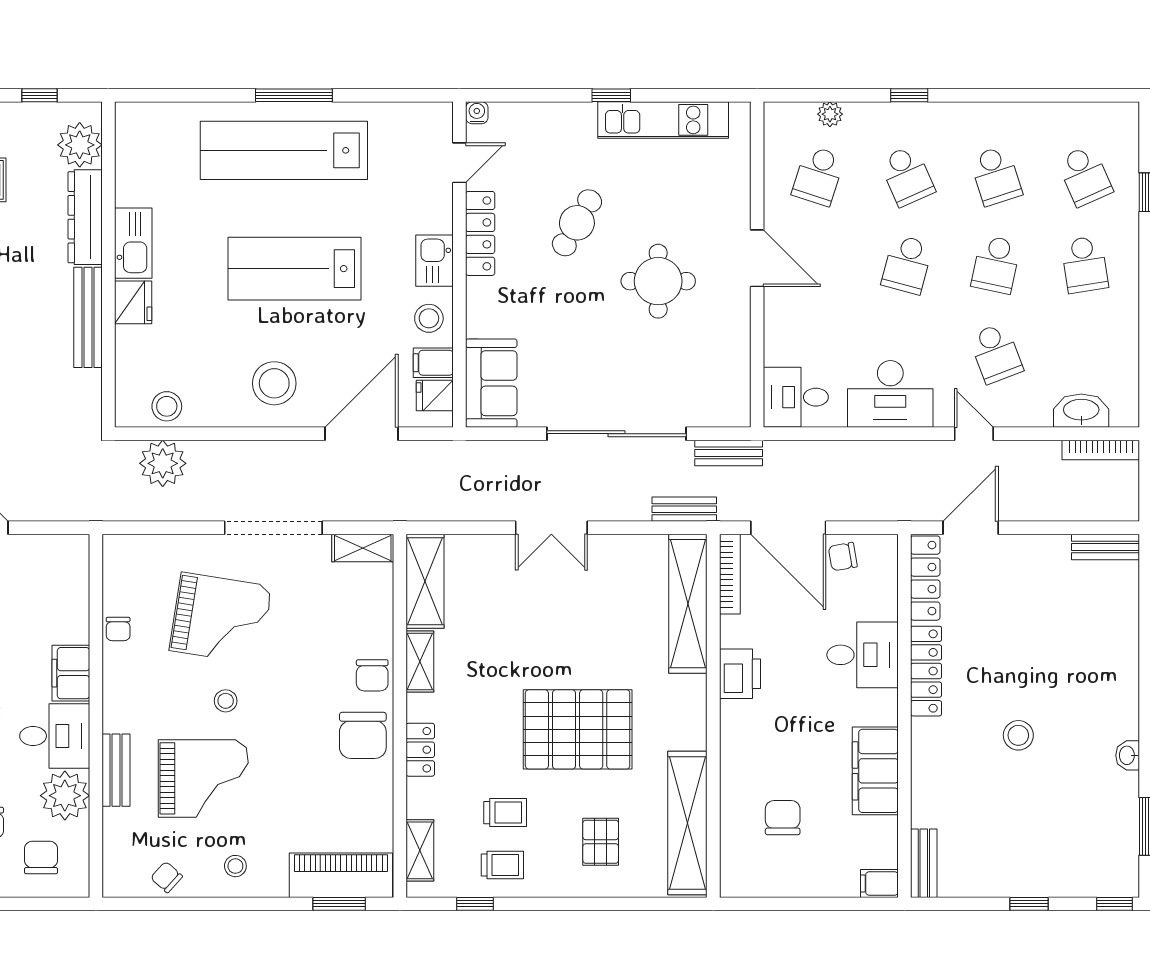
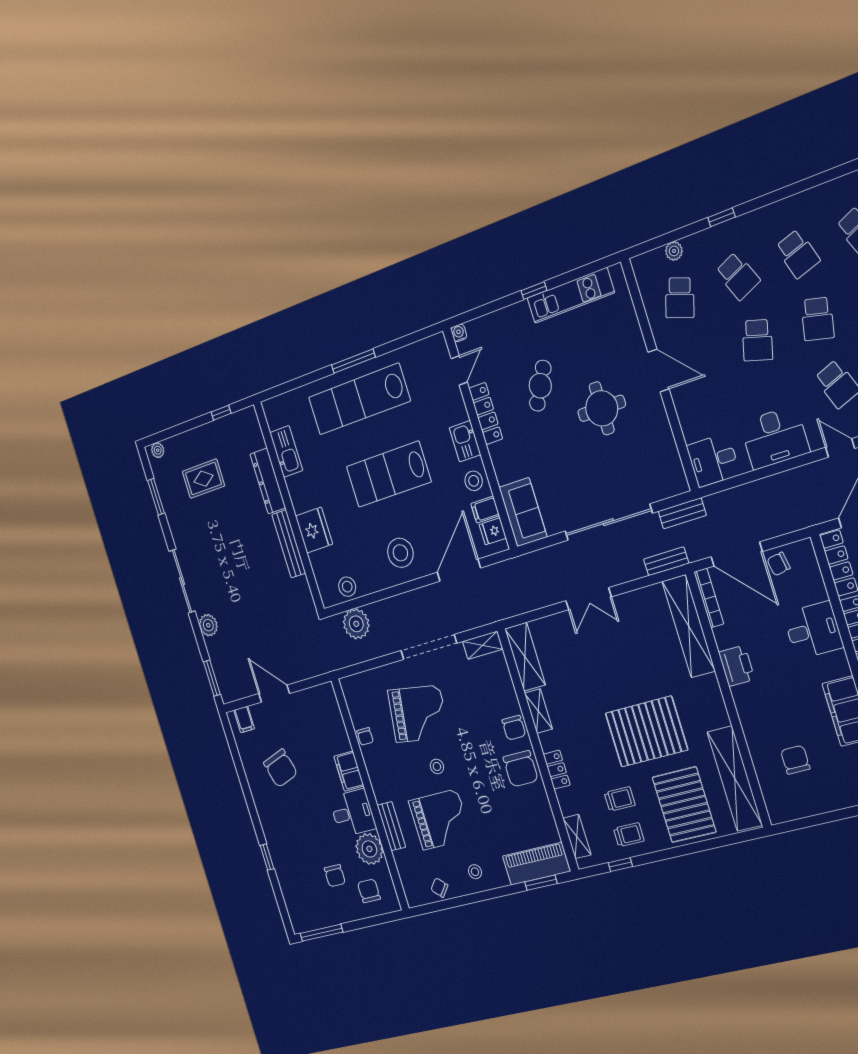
plant: (80, 145) -> (251, 436), removed
kitchen sink: (133, 243) -> (286, 451), moved
fridge: (133, 302) -> (314, 530), width x1.36, depth x1.34
pallet: (601, 842) -> (684, 805), width x2.05, depth x2.00

